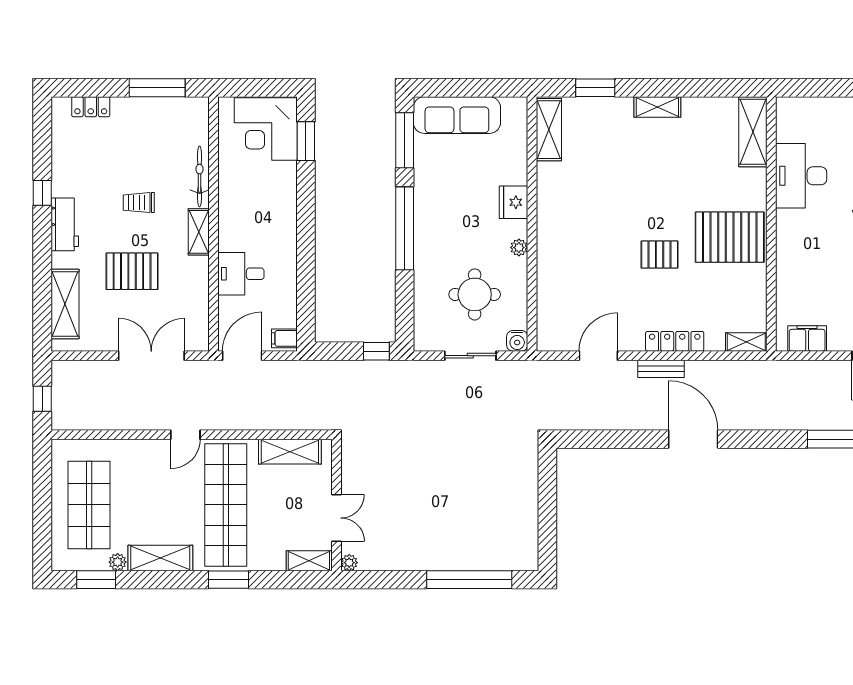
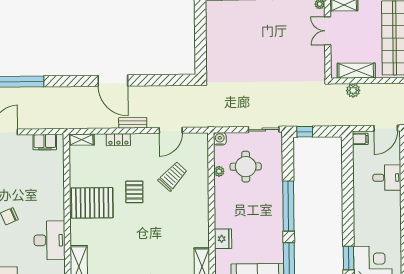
fridge: (513, 202) -> (223, 239), moved
plant: (519, 248) -> (219, 171), moved
pallet: (660, 254) -> (134, 192), turned 90
trolley: (596, 280) -> (173, 176), added
locker: (675, 341) -> (118, 140), width x0.66
sliding door: (470, 356) -> (264, 129), moved
plant: (295, 419) -> (353, 90), added

